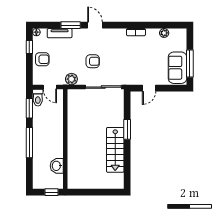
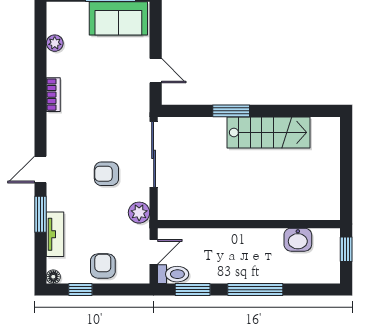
armchair: (93, 61) -> (106, 174), turned -90

